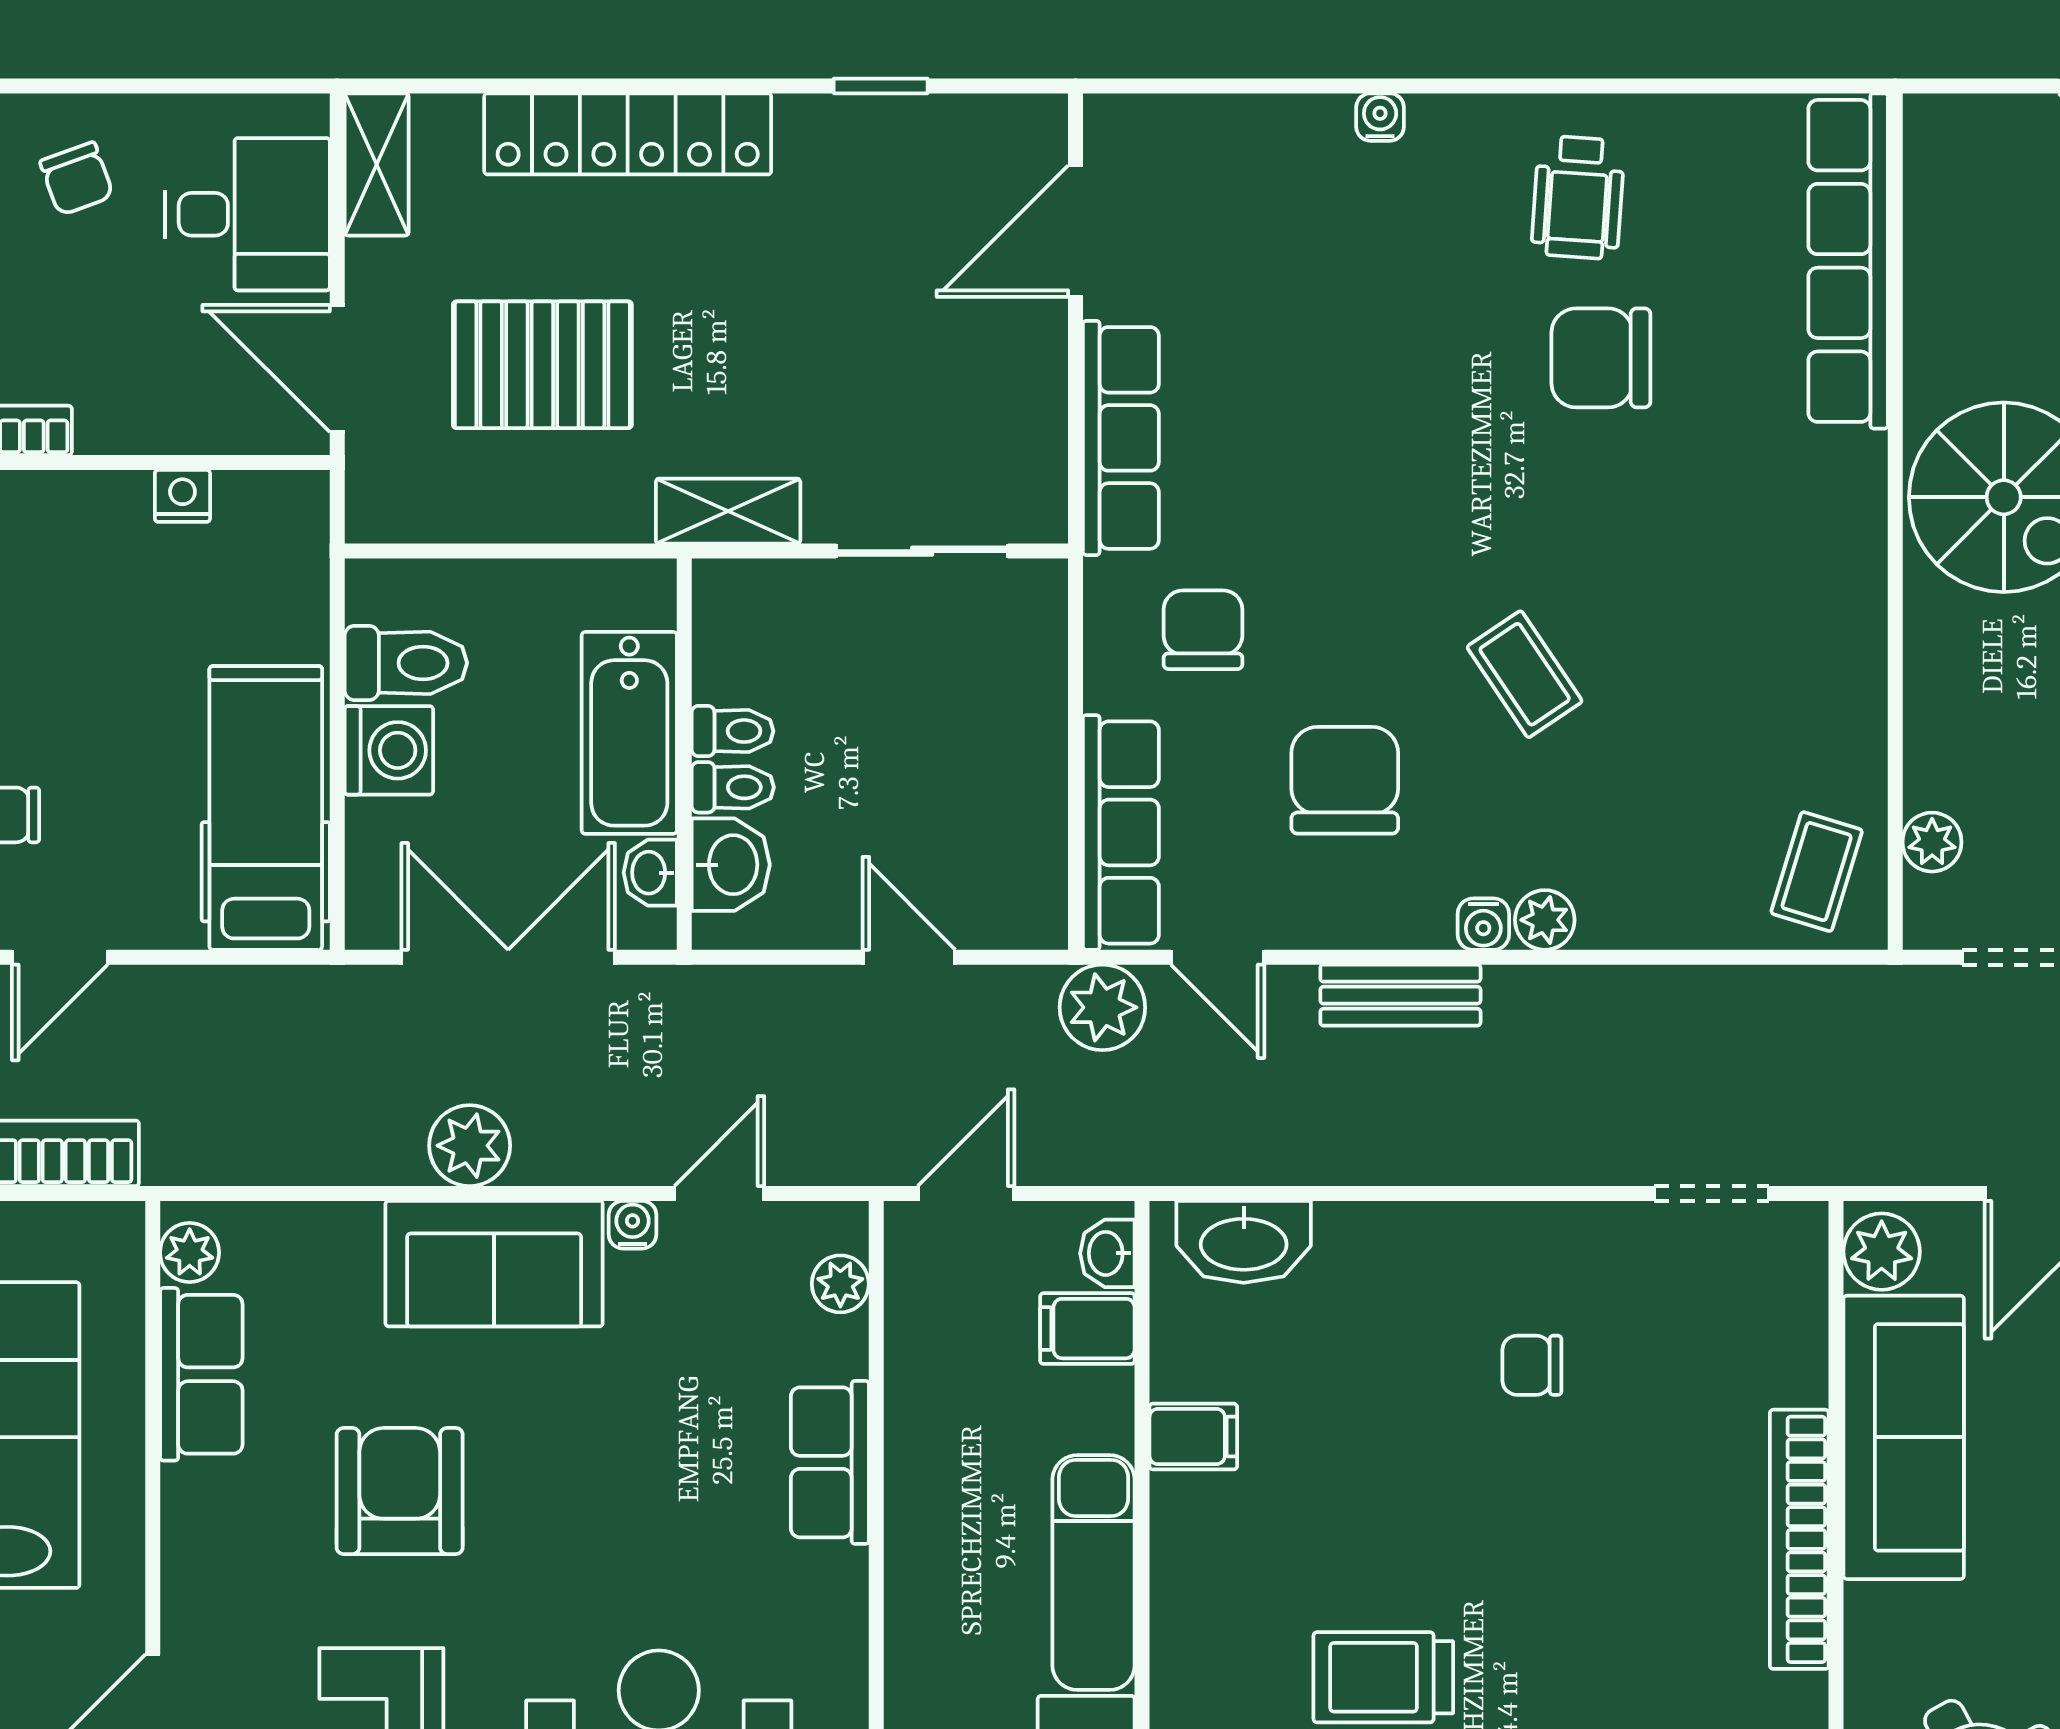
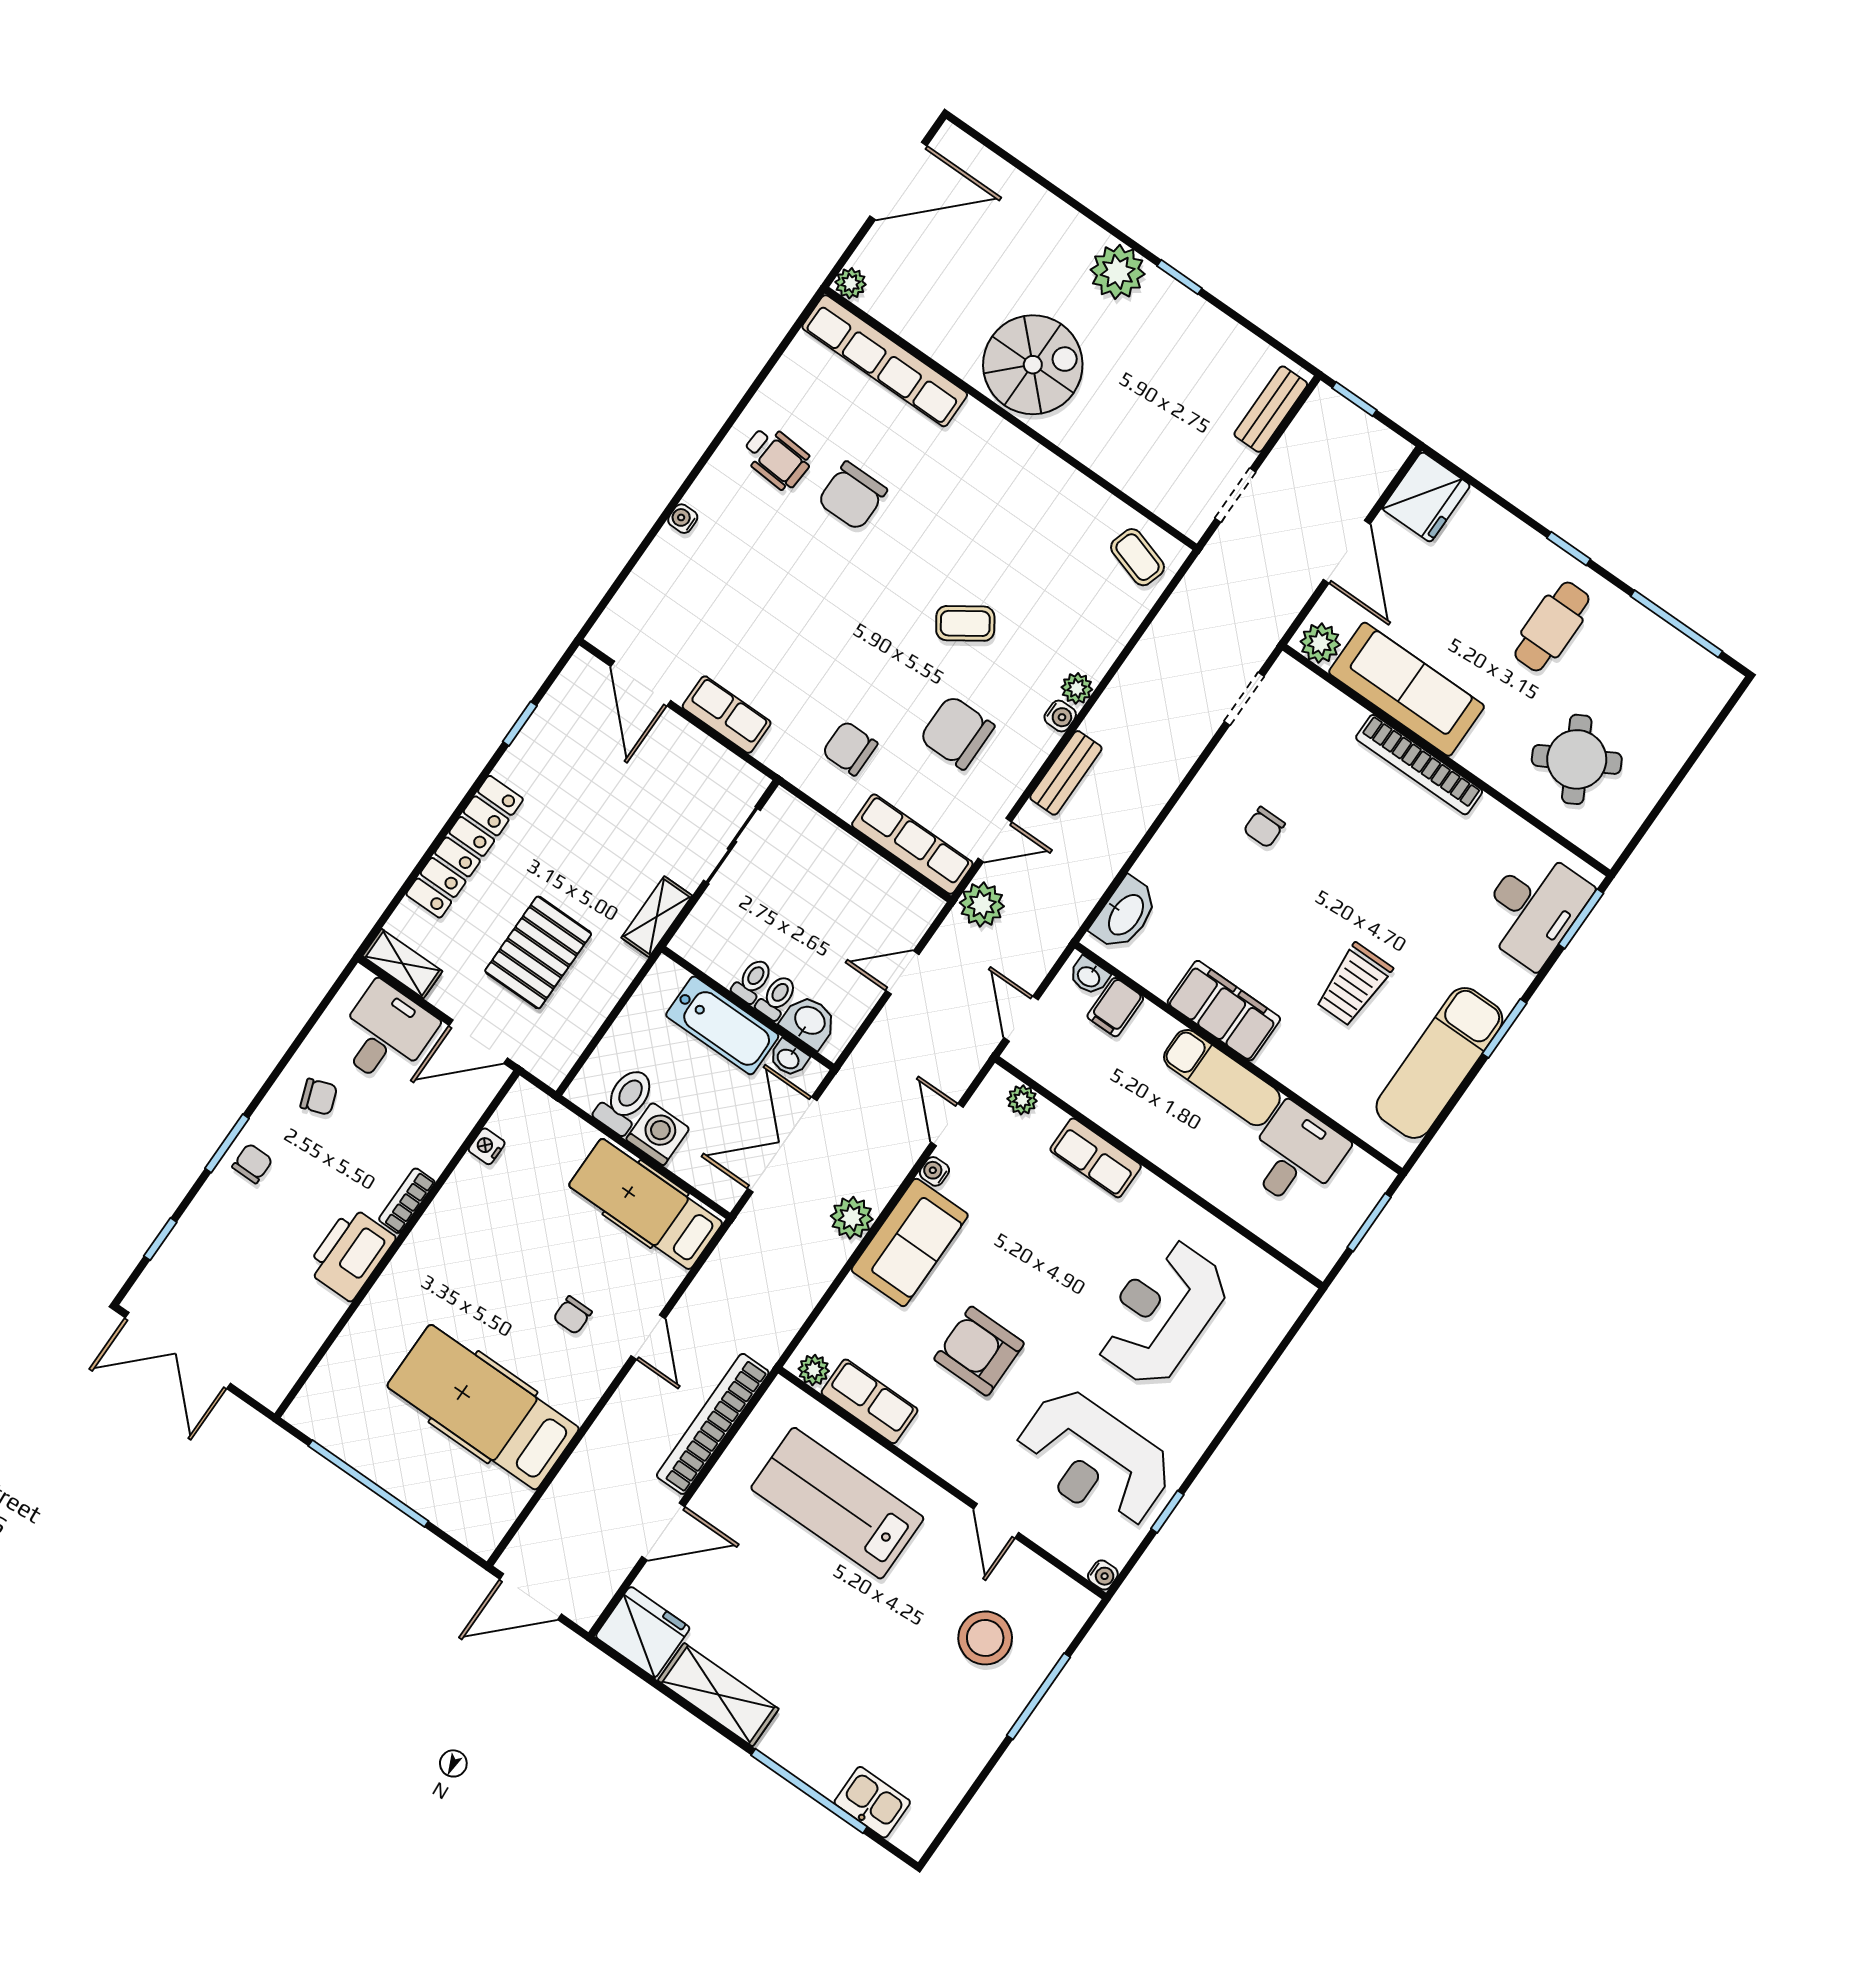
row of seats: (1121, 438) -> (727, 715), width x0.68
plant: (1932, 842) -> (851, 283), moved
filing cabinet: (1193, 1437) -> (1224, 1011), width x3.00, depth x1.17

